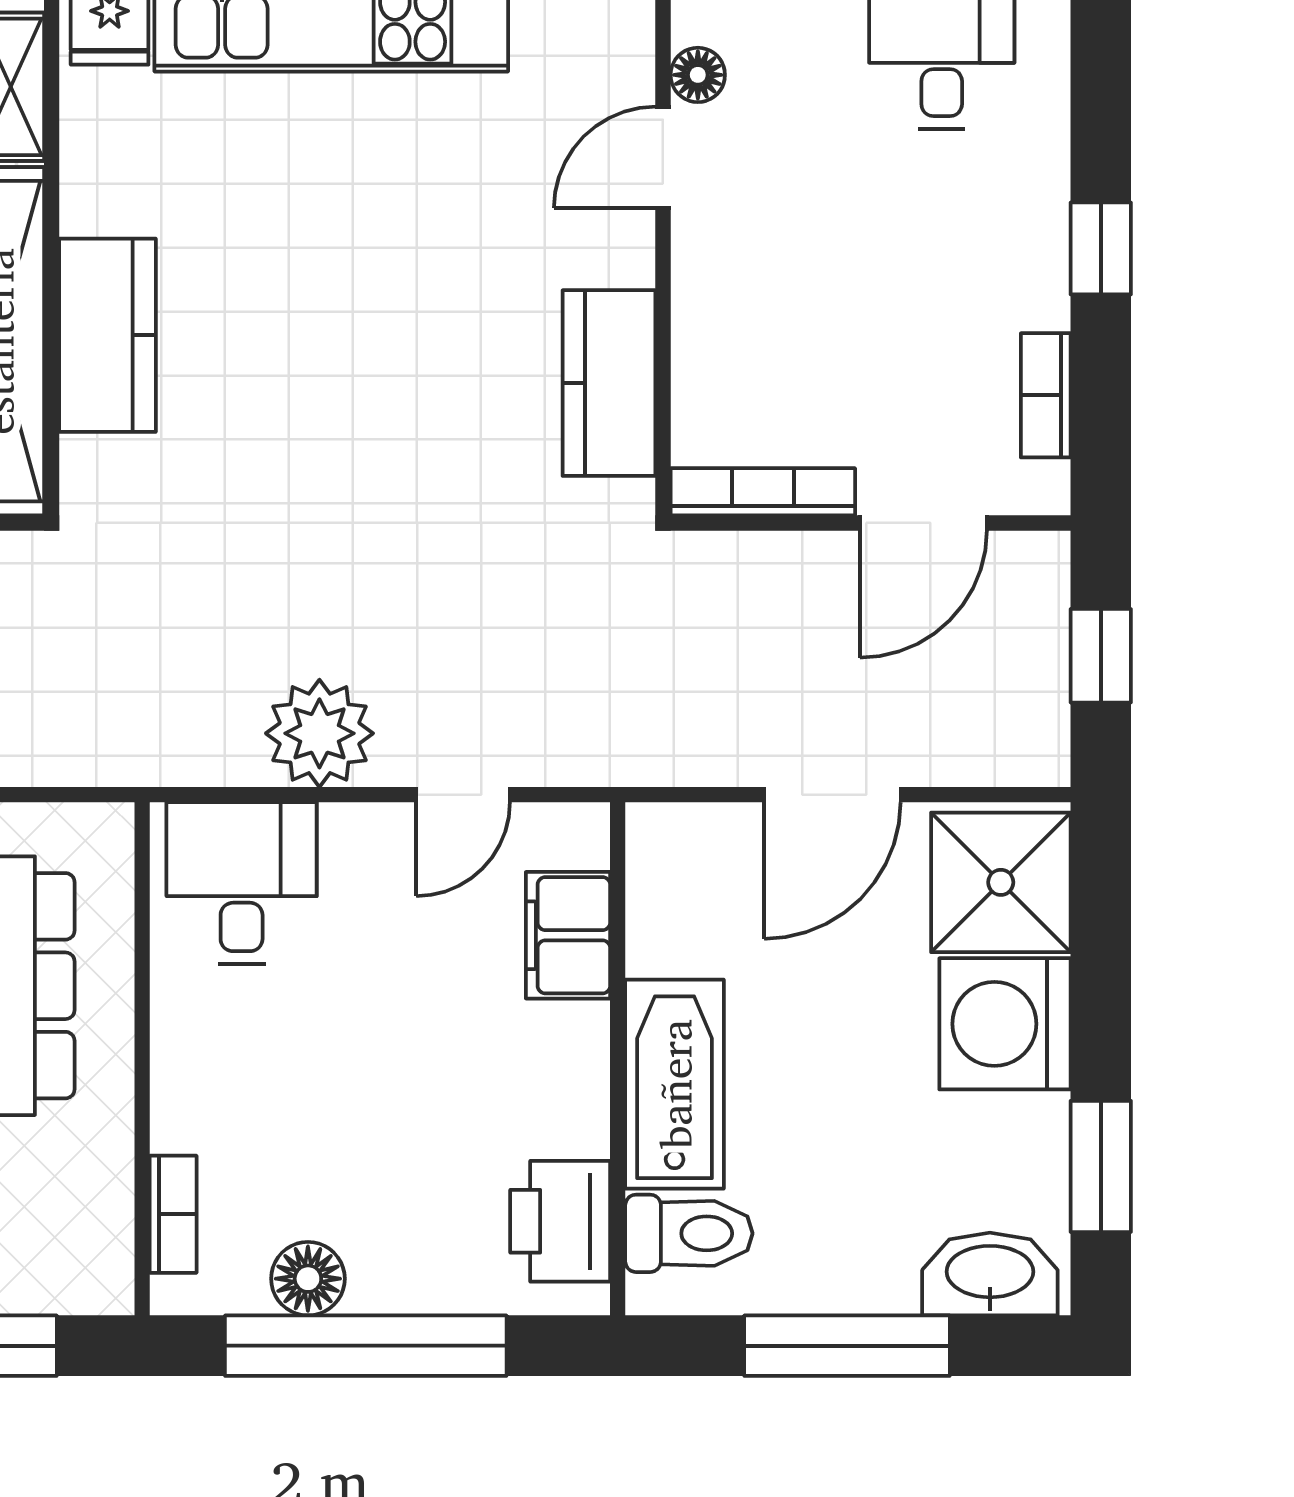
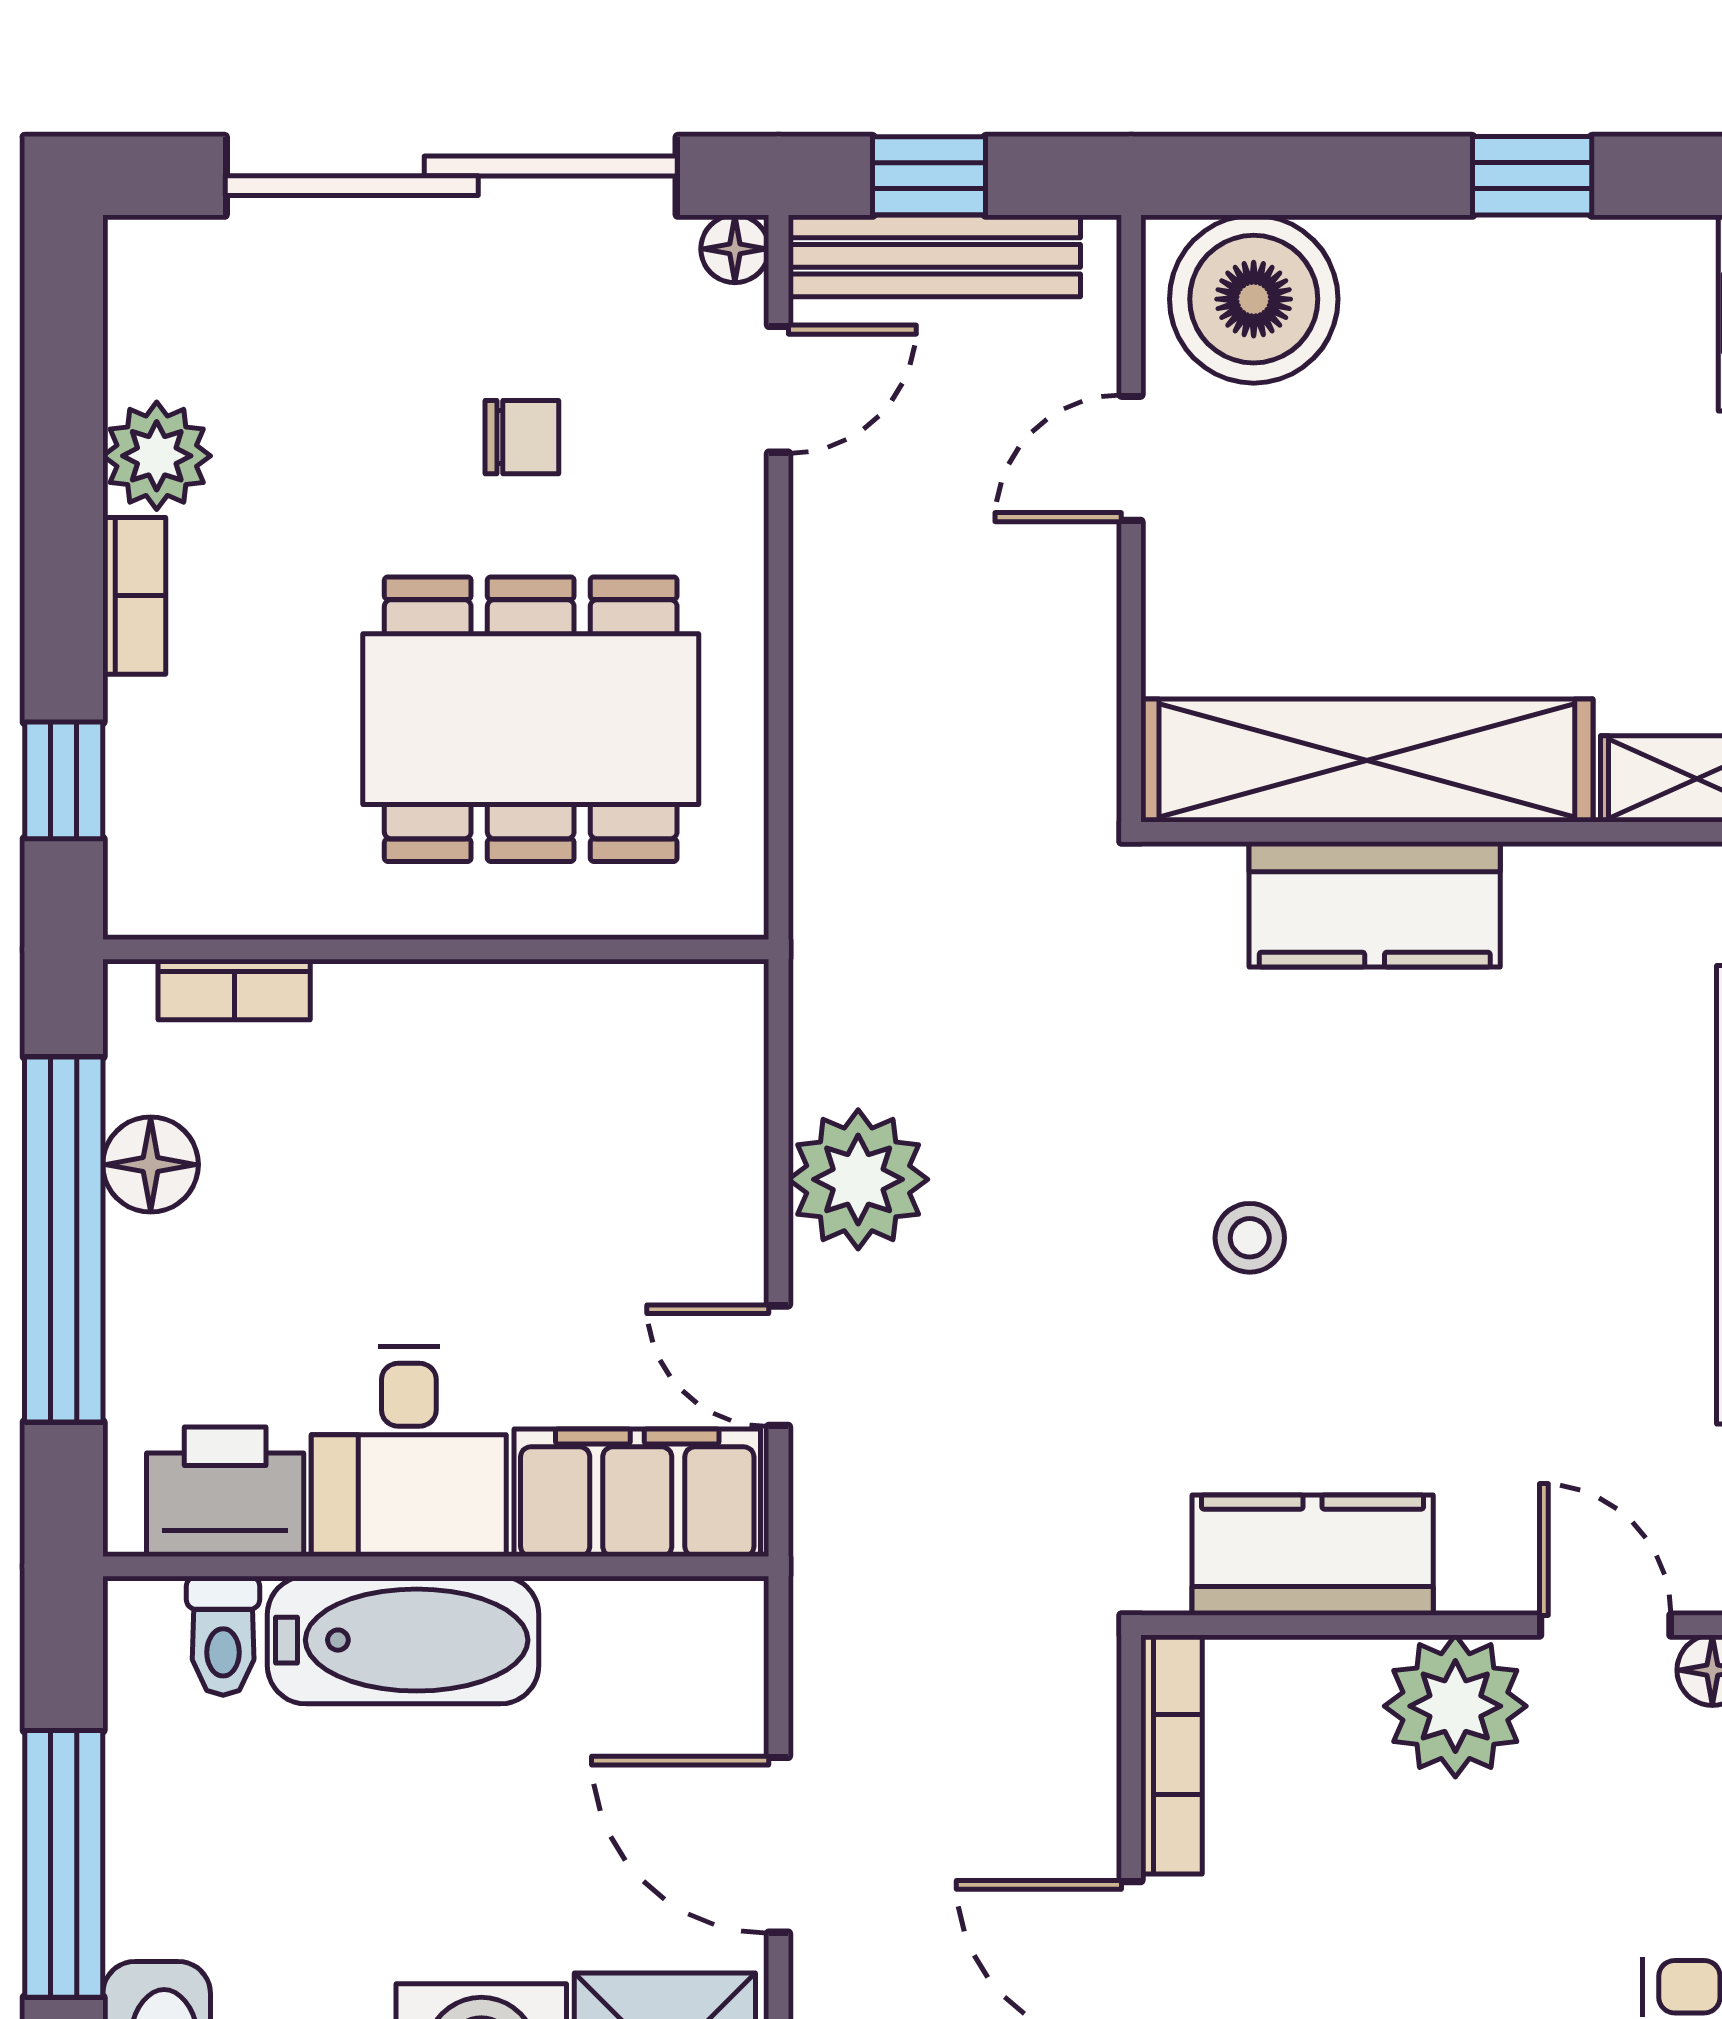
plant: (725, 273) -> (1455, 1706), added
stool: (364, 432) -> (1250, 1238), added
desk: (242, 883) -> (409, 1451), moved, turned 90
filing cabinet: (568, 935) -> (637, 1493), width x1.50, depth x1.17
toilet: (689, 1233) -> (223, 1636), width x0.73, depth x0.72

